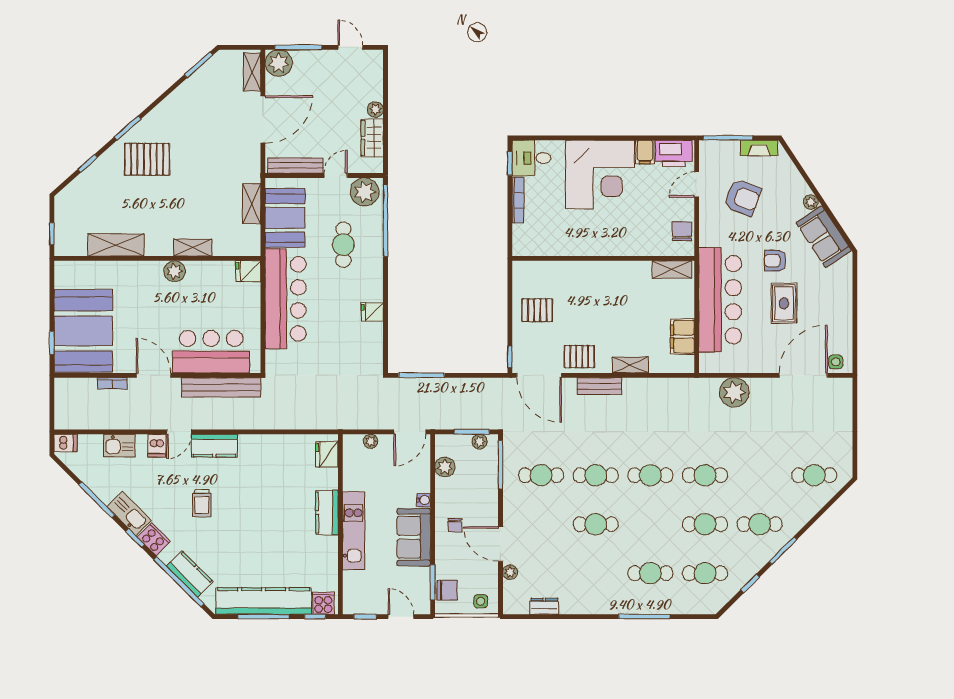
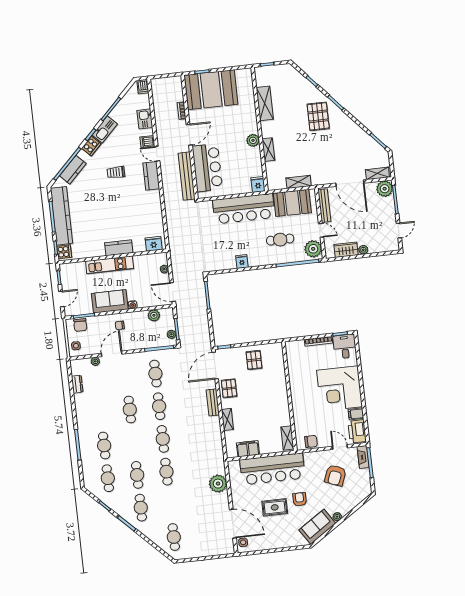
fireplace: (759, 148) -> (363, 457), moved

